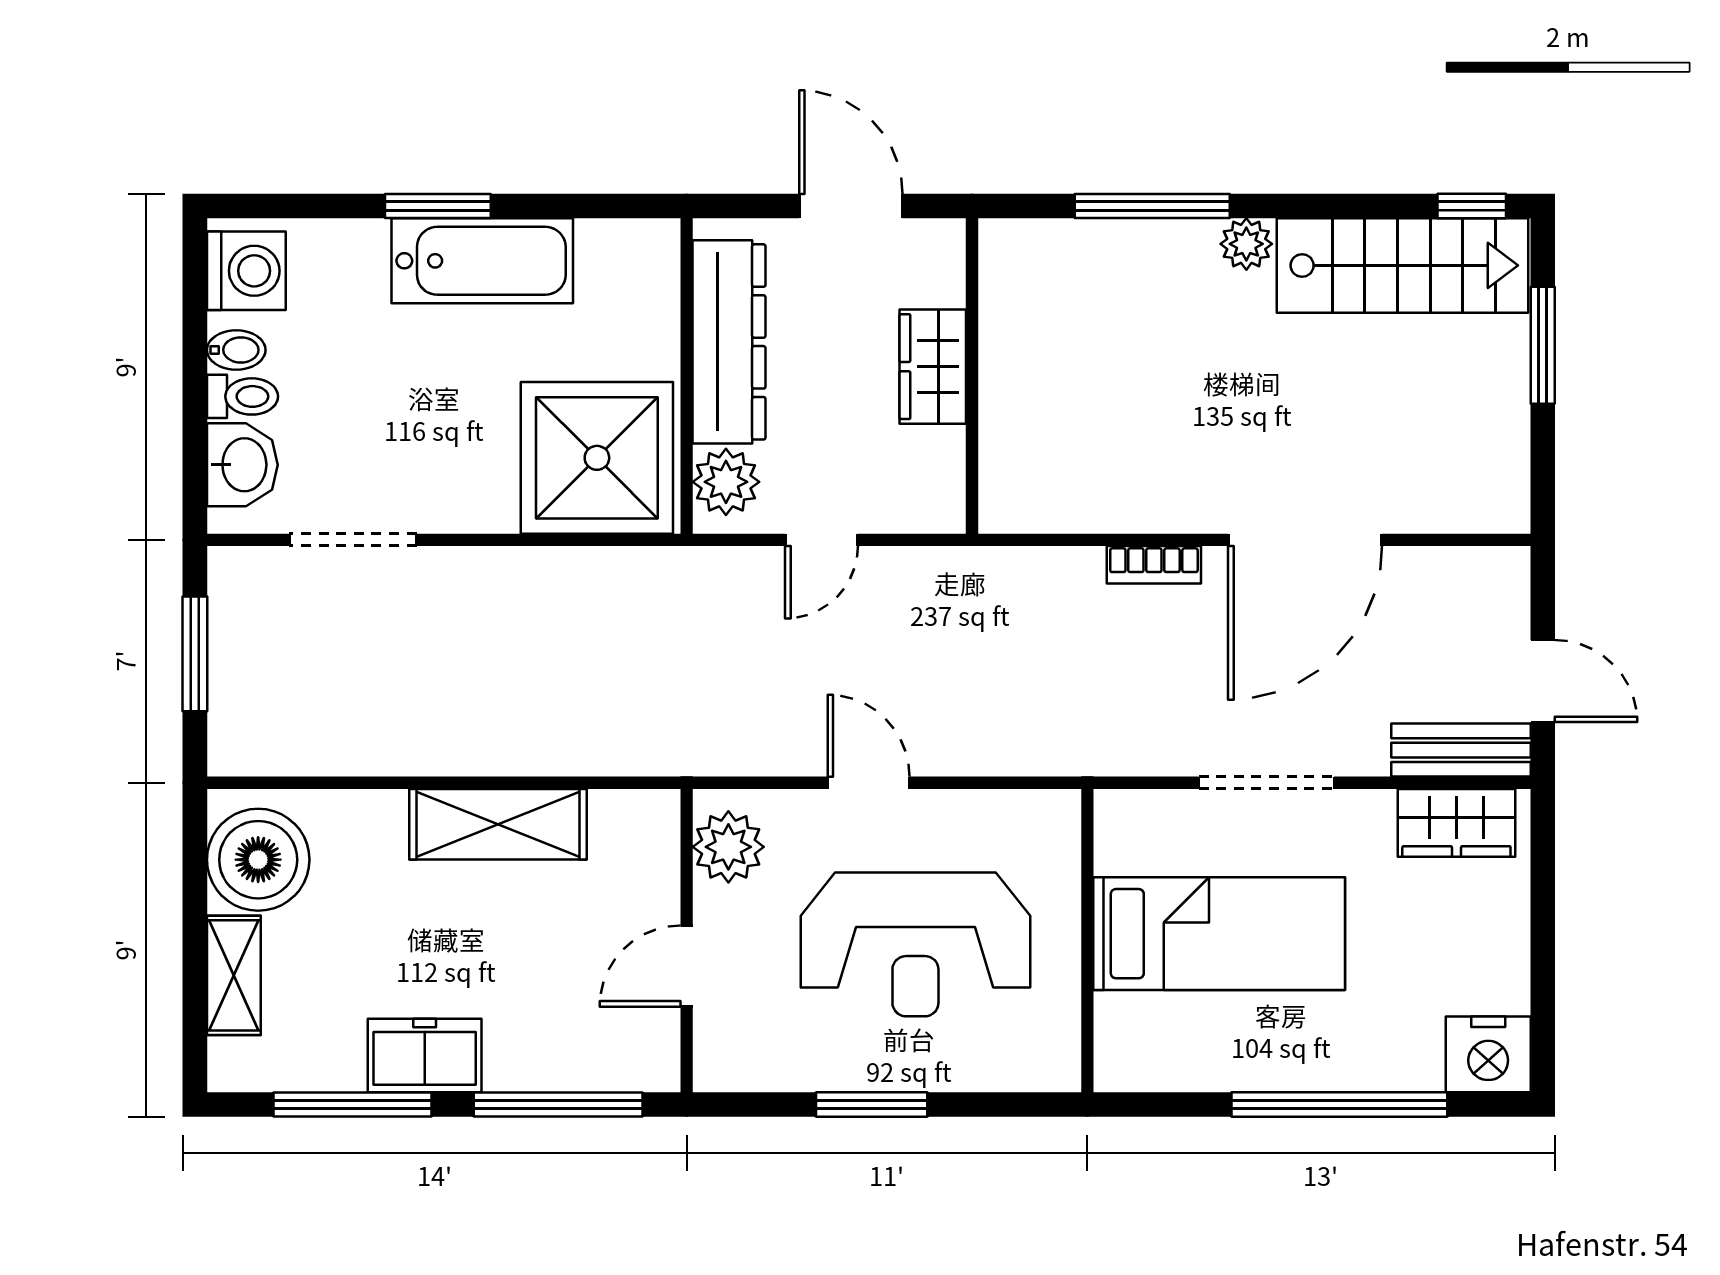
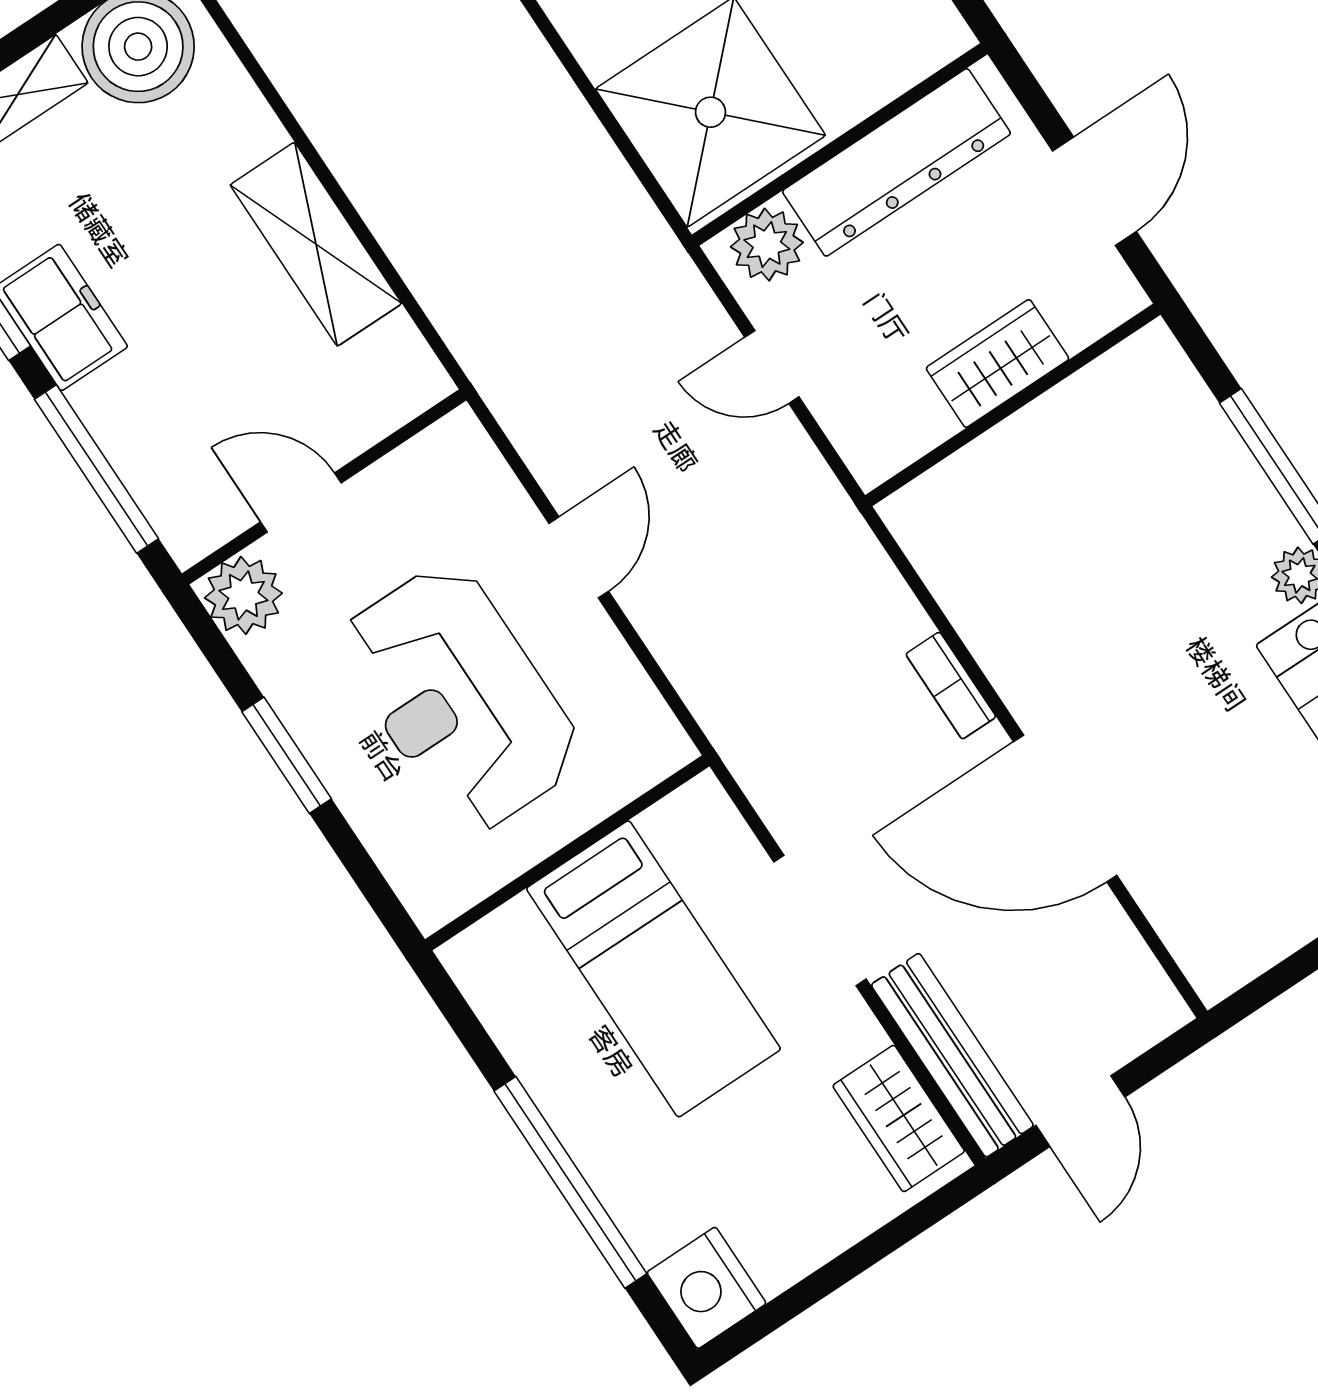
bench: (1461, 750) -> (952, 1055), width x1.36
plant: (728, 847) -> (243, 595), moved

